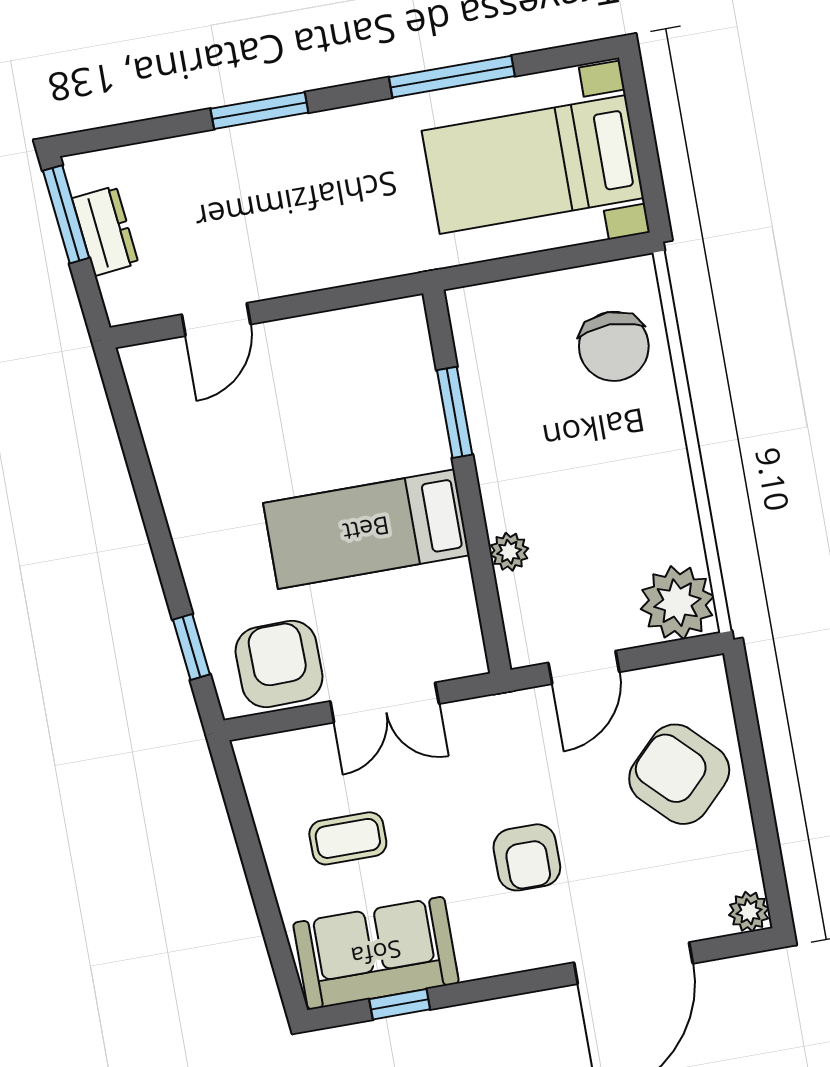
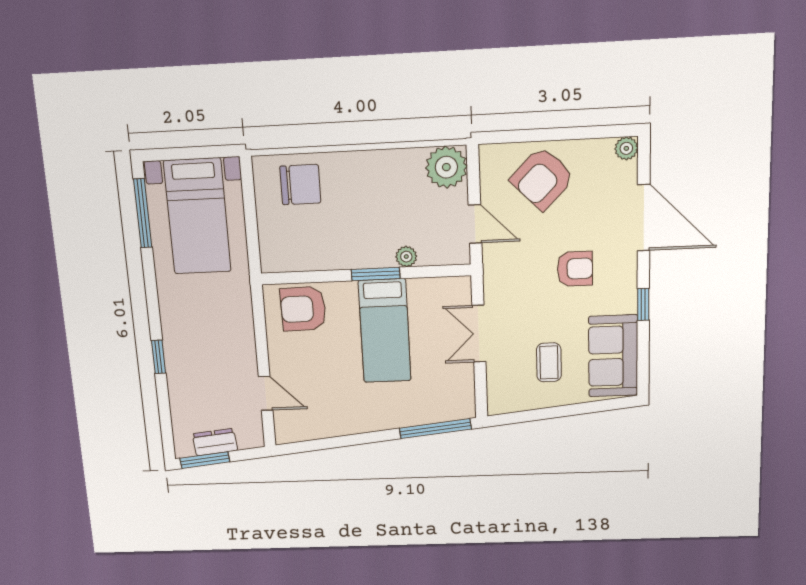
window: (452, 77) -> (143, 213), moved
window: (259, 111) -> (159, 357), width x0.67
window: (455, 412) -> (376, 274), moved
window: (191, 647) -> (435, 429), width x2.17
armchair: (279, 664) -> (303, 309), moved
double door: (385, 703) -> (479, 334), swing flipped
window: (400, 1004) -> (643, 304), moved

